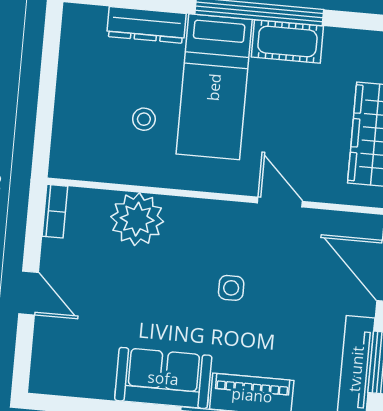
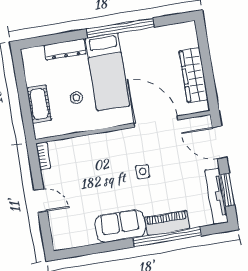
cot: (287, 42) -> (39, 104), moved, turned 90
door: (280, 202) -> (156, 122), width x1.87
plant: (137, 219) -> (86, 149), removed

